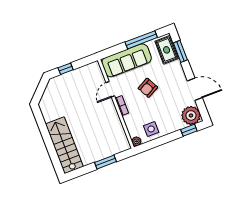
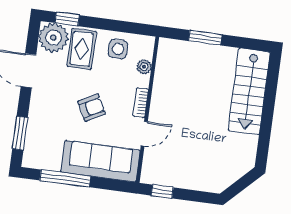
rug: (167, 50) -> (82, 49), moved
window: (66, 69) -> (162, 191), moved
plant: (136, 141) -> (144, 67), moved

